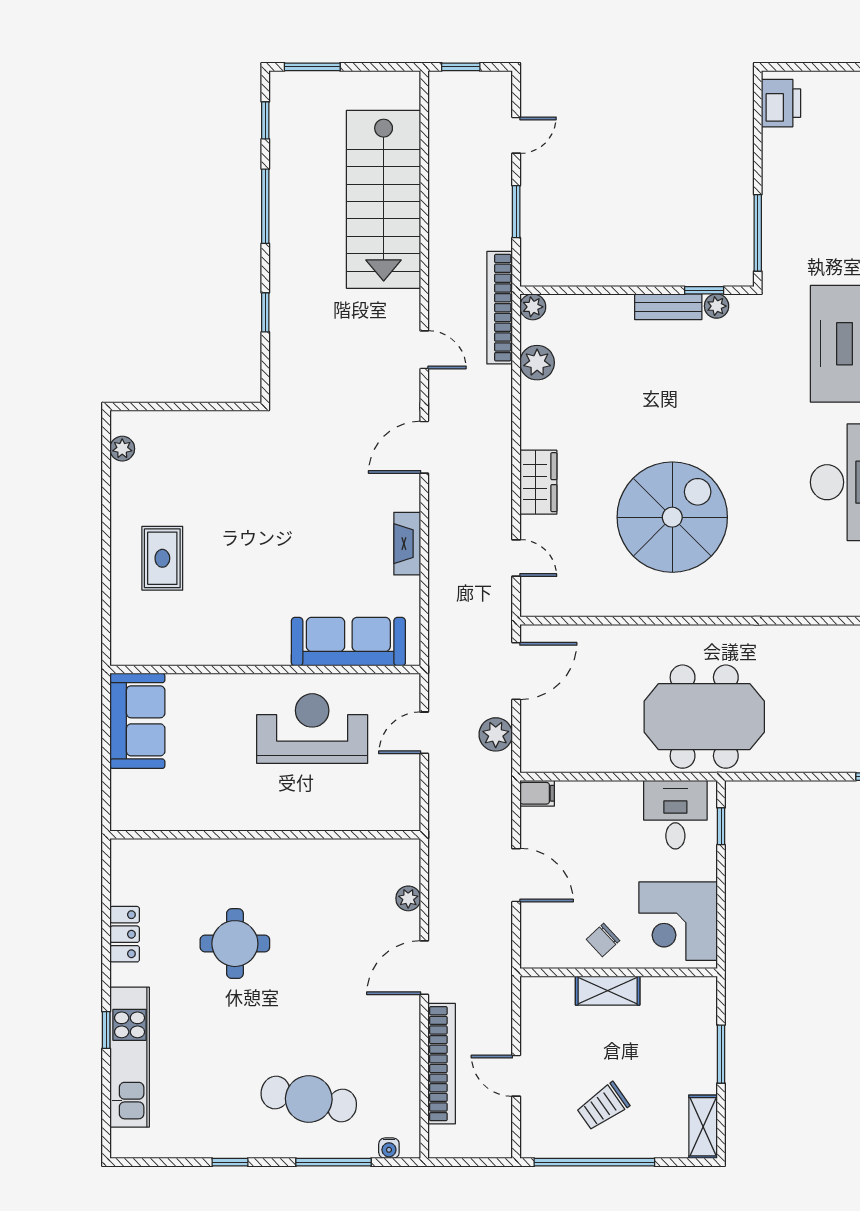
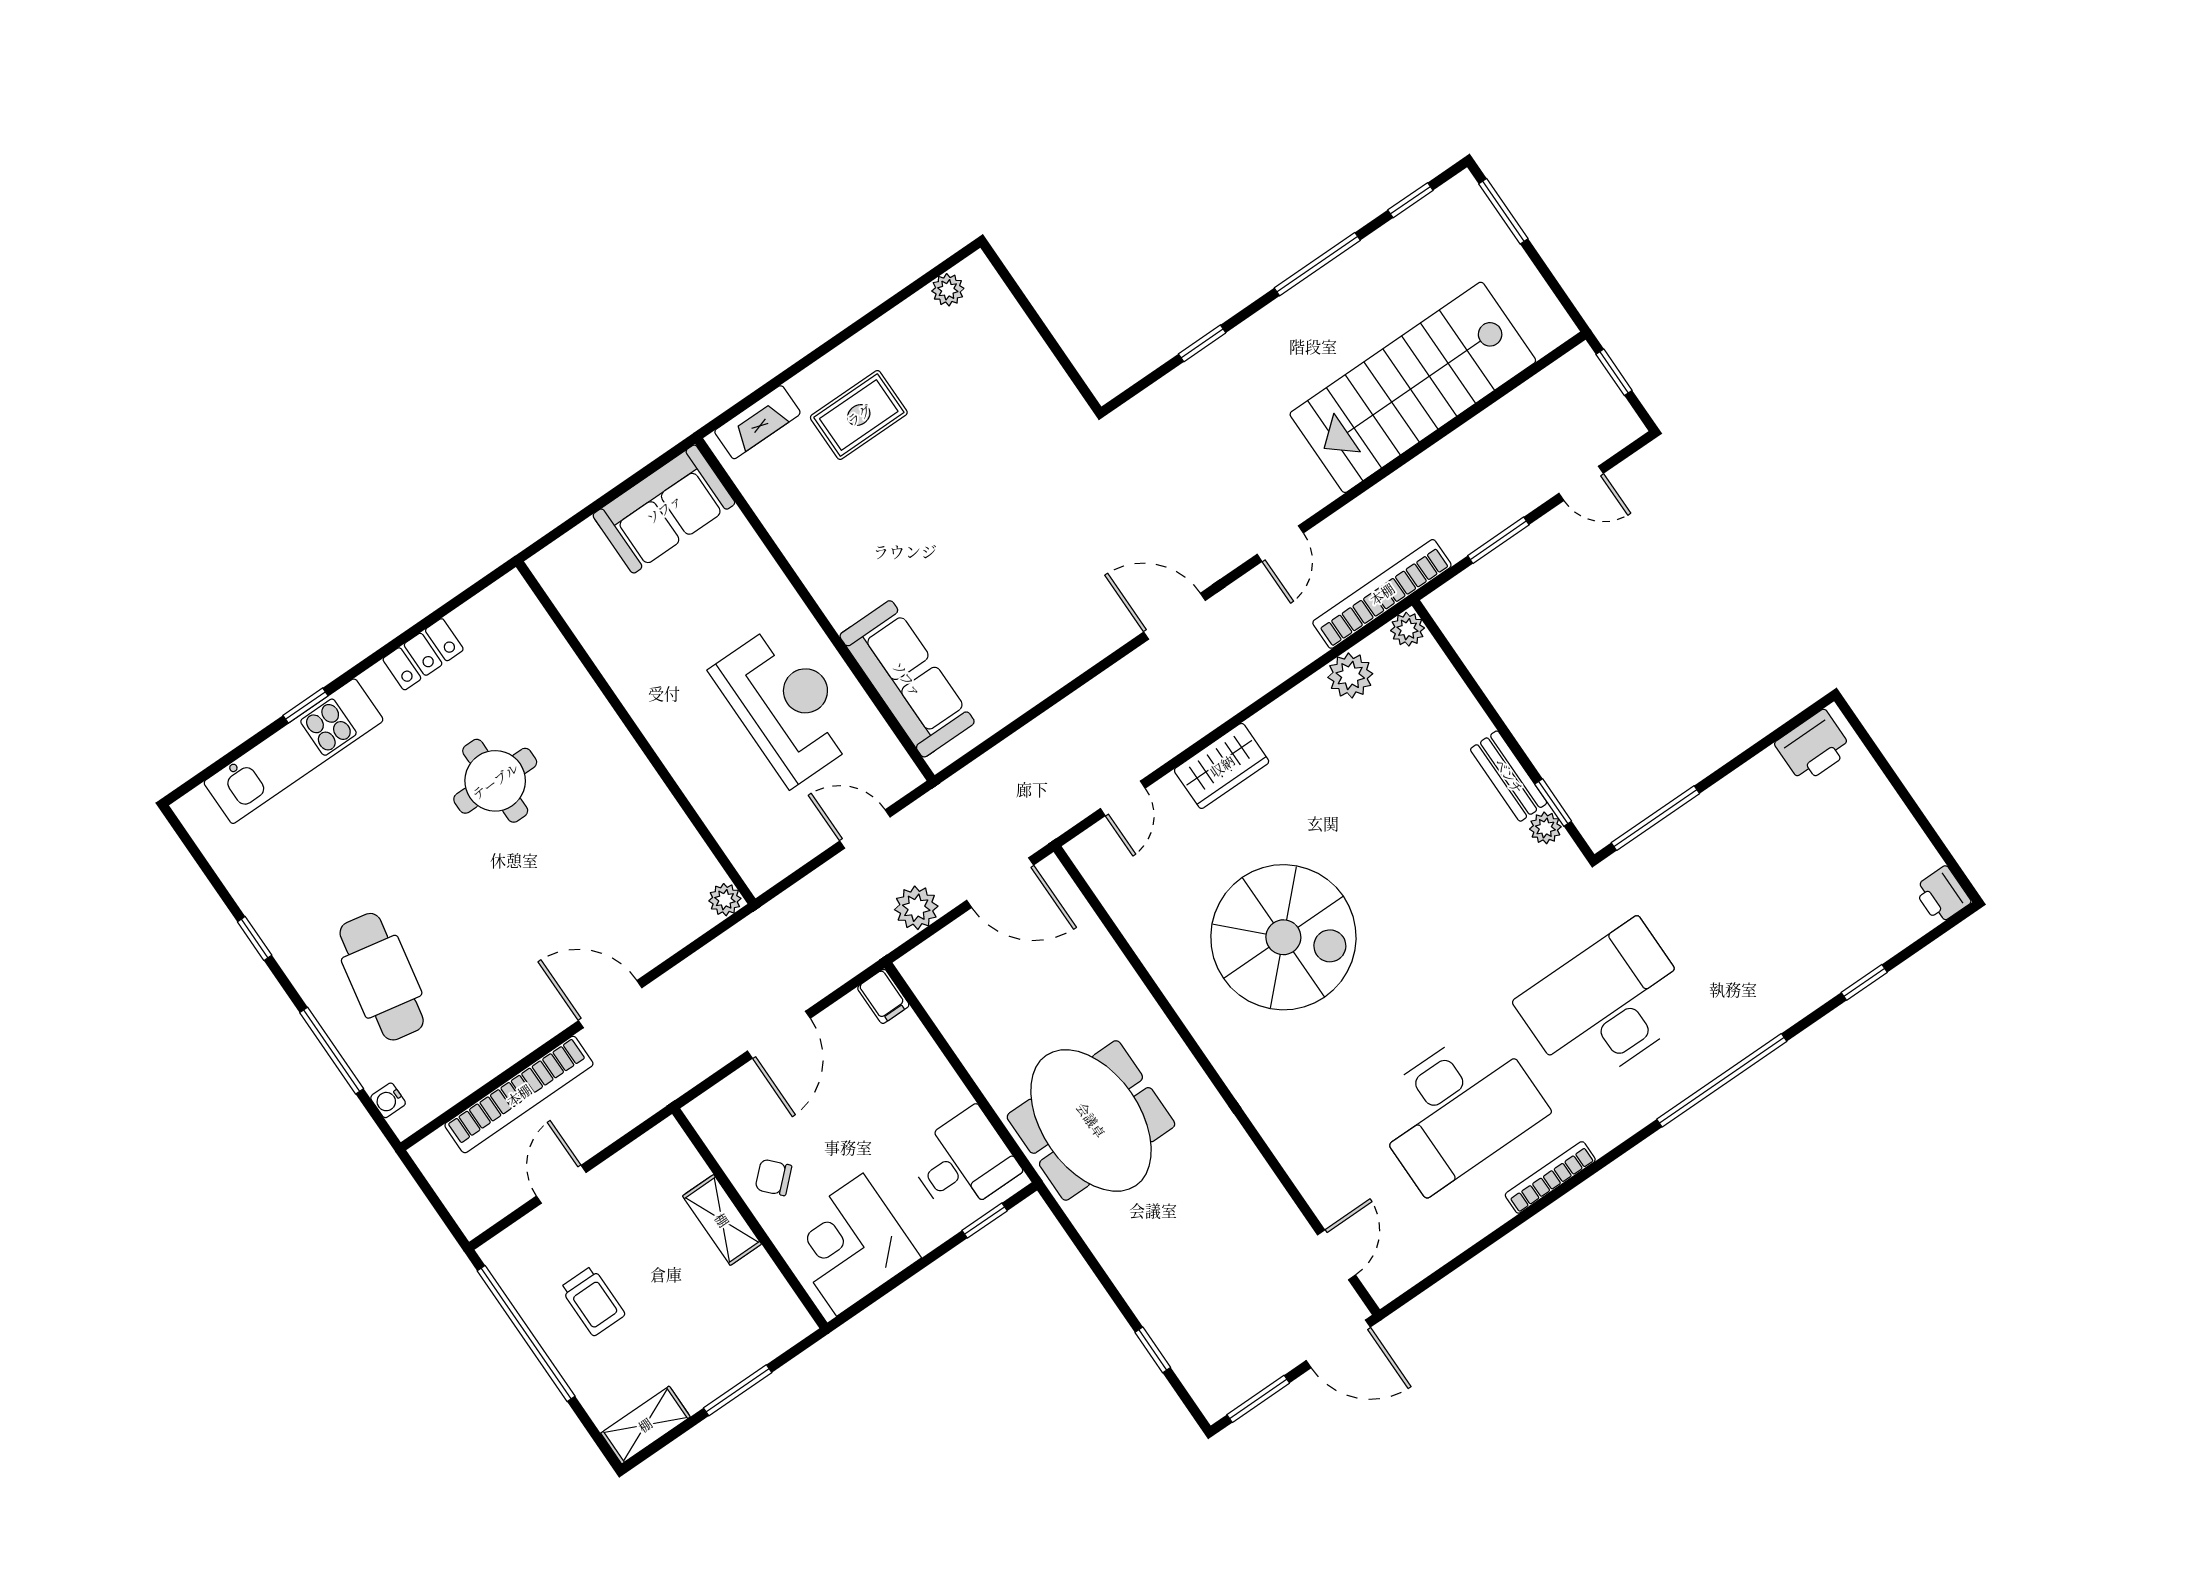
fireplace: (407, 544) -> (757, 422), moved, turned 180
plant: (408, 898) -> (725, 900), moved
trolley: (603, 1106) -> (593, 1301), turned -145

